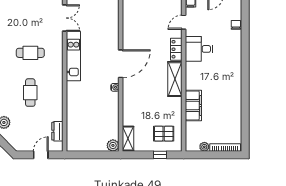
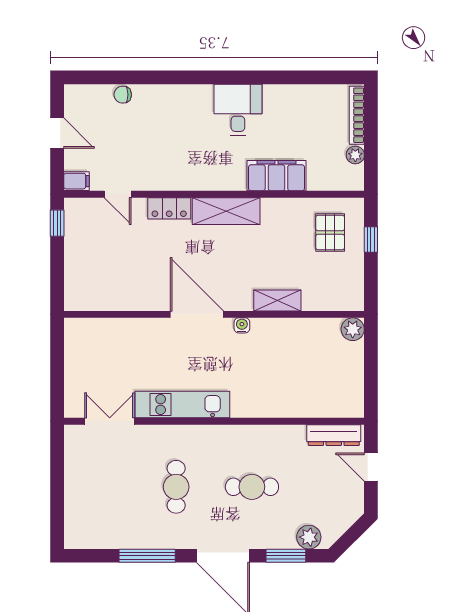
desk: (199, 49) -> (238, 110), moved, turned 180
dresser: (57, 131) -> (334, 435), width x1.44
shelving: (128, 138) -> (277, 300), moved

